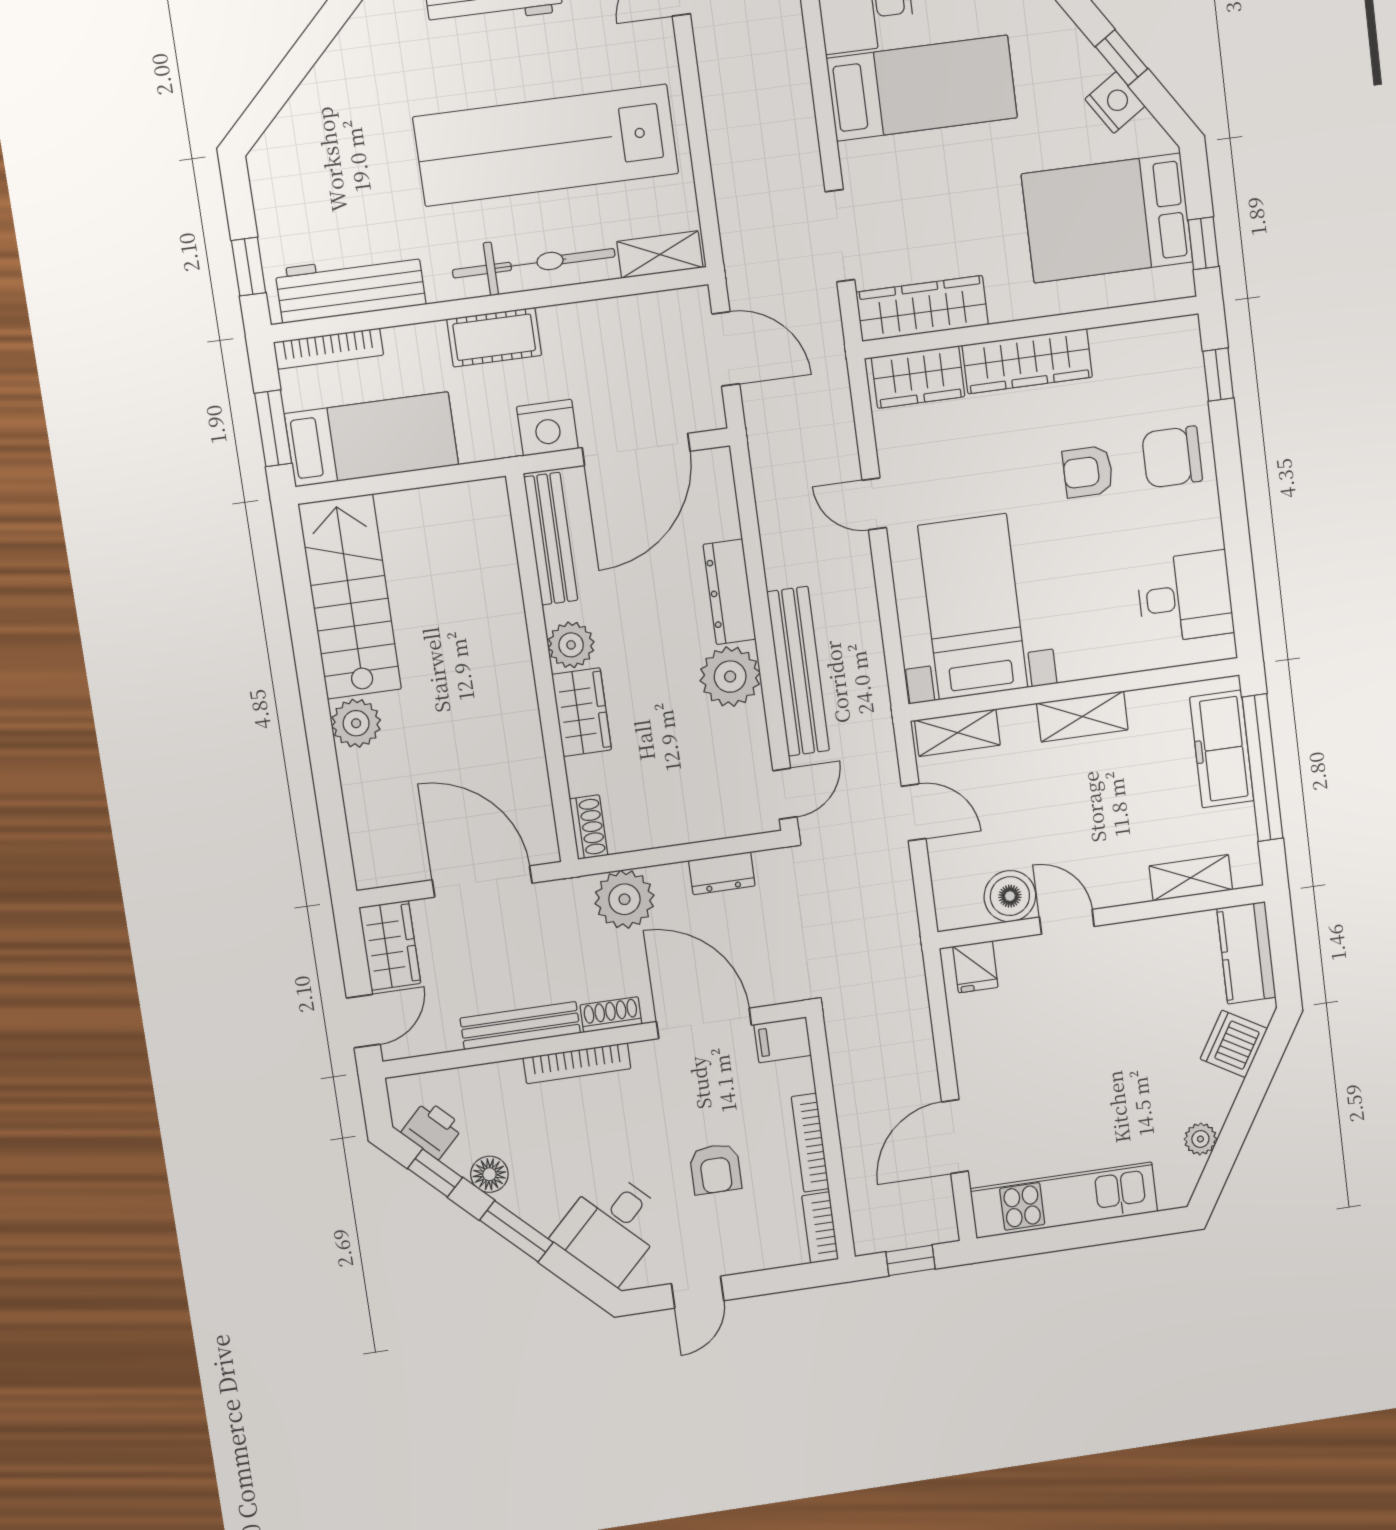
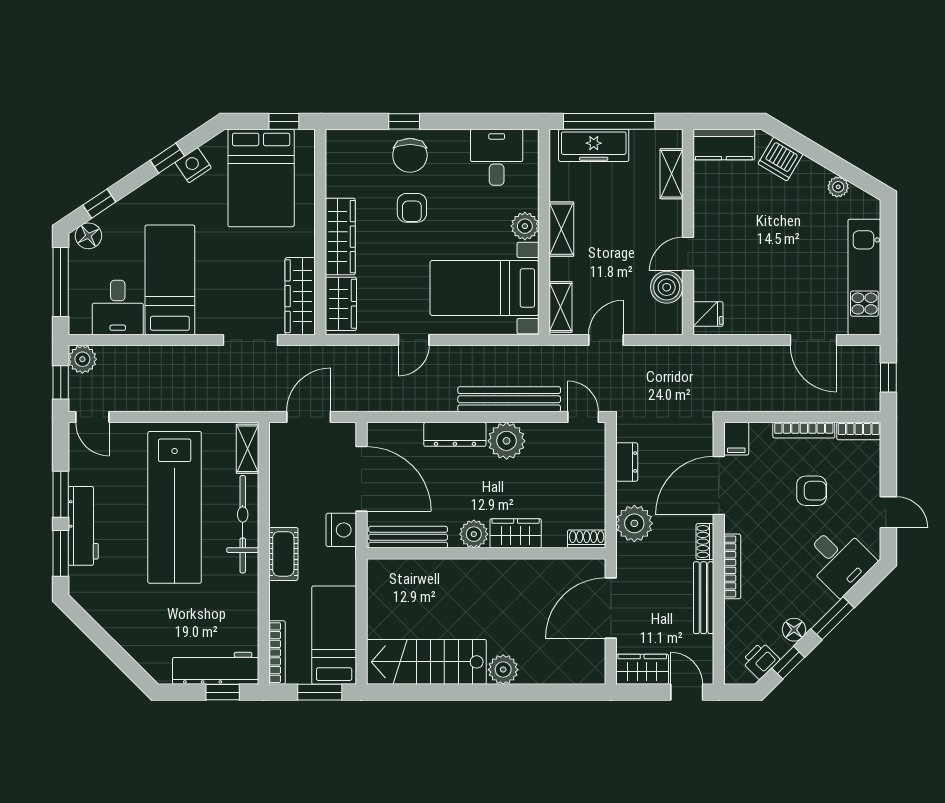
workbench: (350, 287) -> (216, 668), moved, turned 90
window: (1218, 375) -> (404, 121), moved
plant: (1080, 658) -> (525, 226), added

